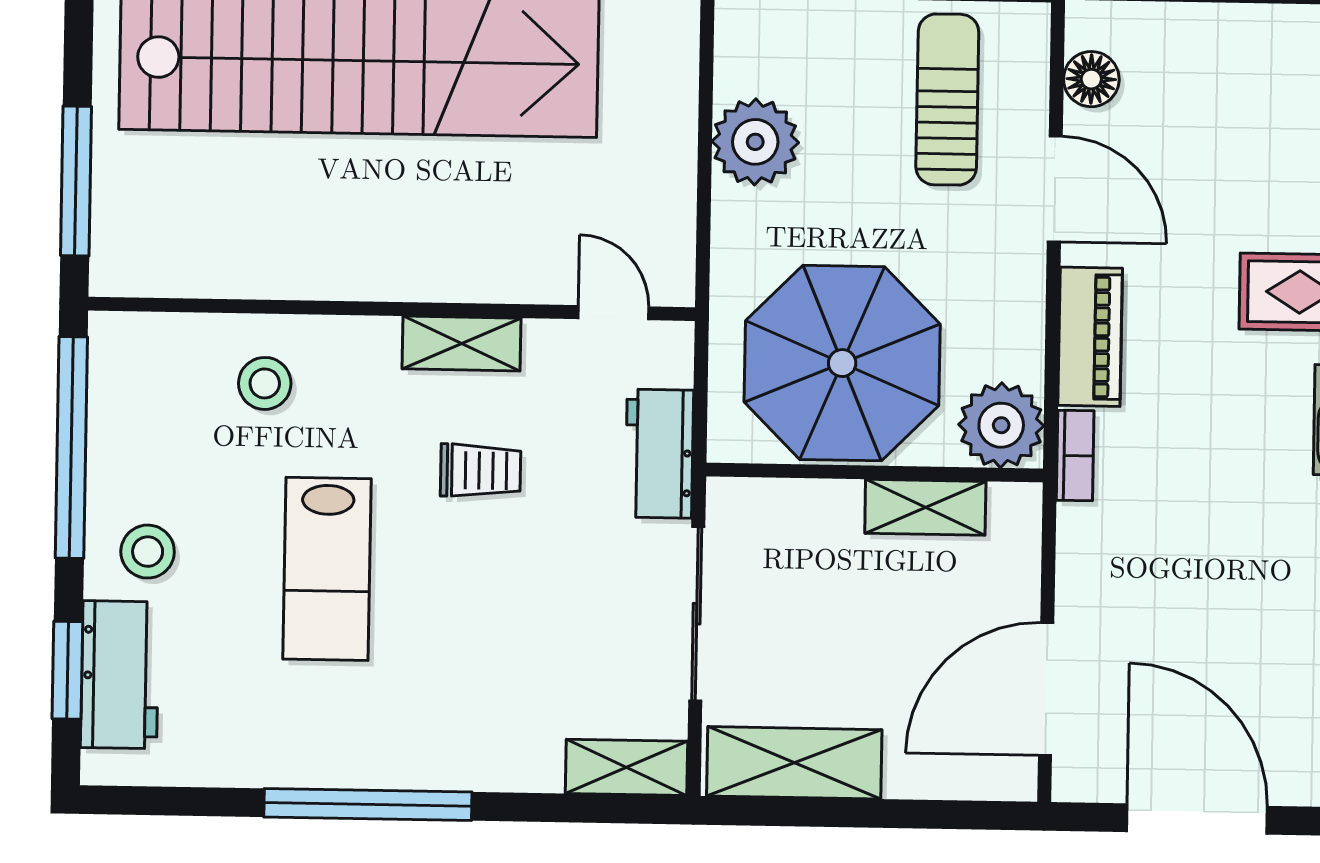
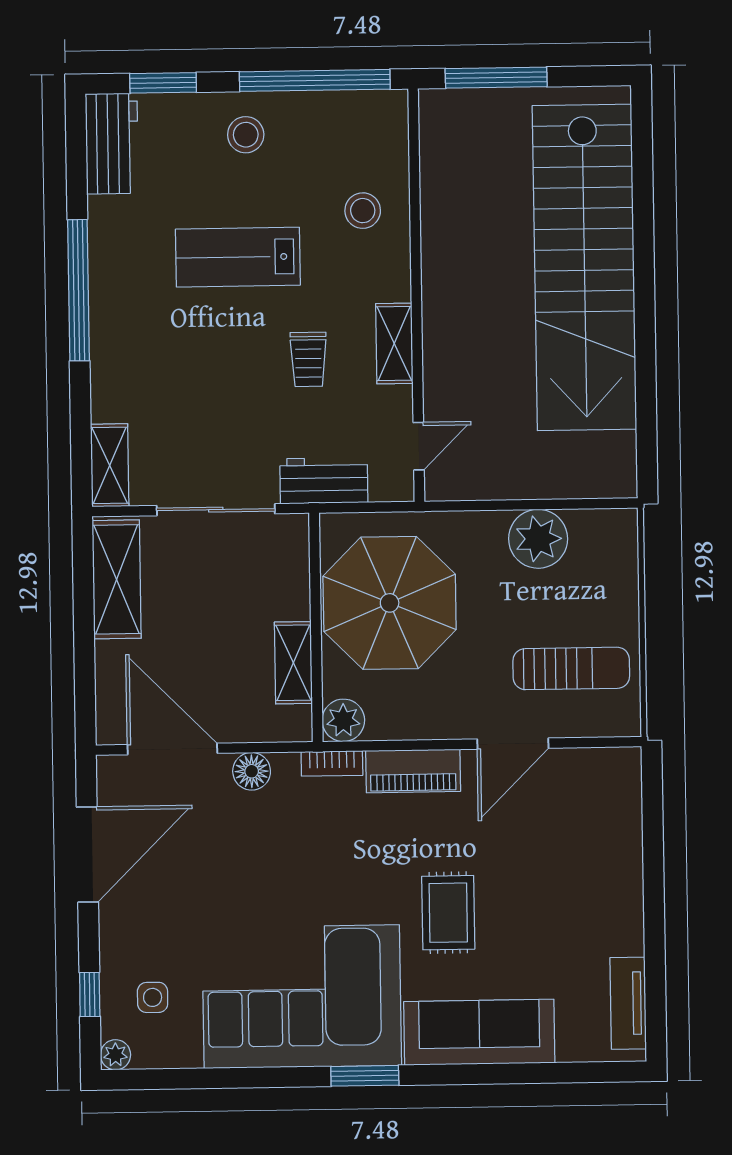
floor lamp: (1091, 79) -> (252, 771), moved
plant: (1001, 425) -> (343, 720), width x0.73, depth x0.73
workbench: (120, 675) -> (112, 144), moved, turned -90

